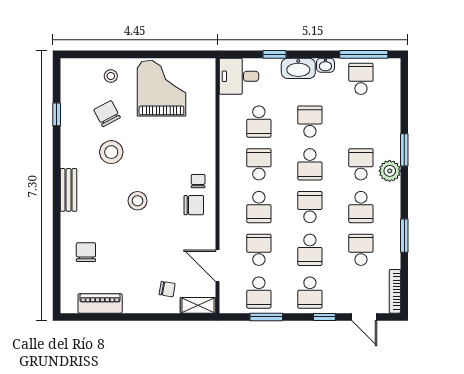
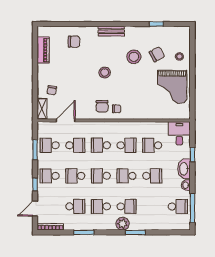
grand piano: (161, 88) -> (172, 87), turned 90
school desk: (310, 207) -> (101, 176), turned 180

